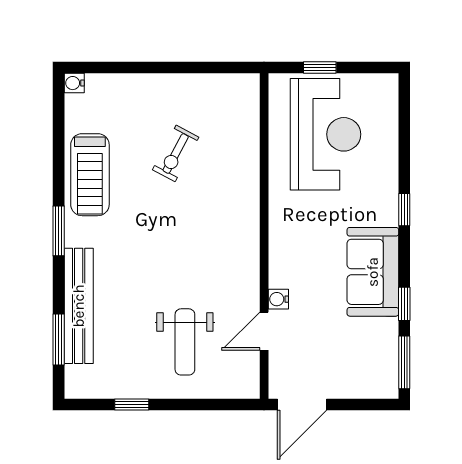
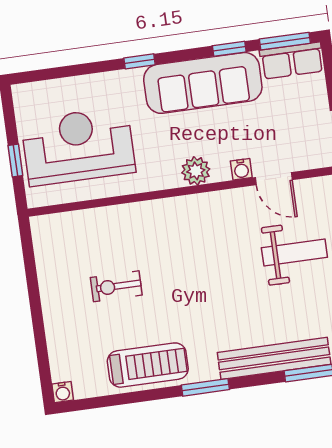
exercise bike: (176, 153) -> (116, 286), turned 152
plant: (283, 252) -> (196, 171), added
sofa: (373, 272) -> (203, 83), width x1.36
row of seats: (383, 367) -> (292, 61), added

